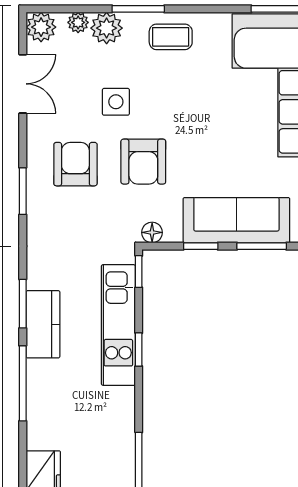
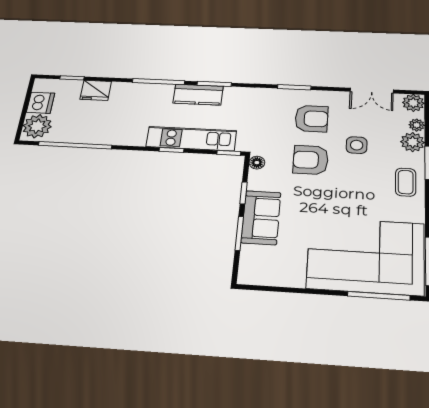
sofa: (236, 220) -> (261, 217), width x0.73

